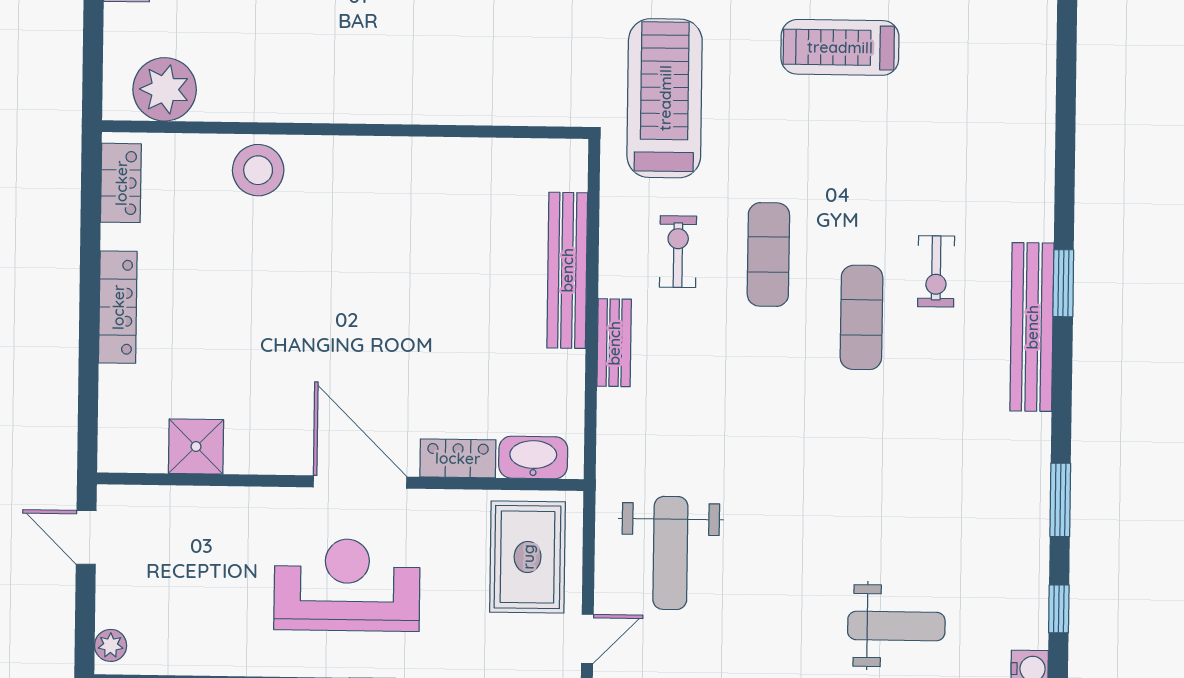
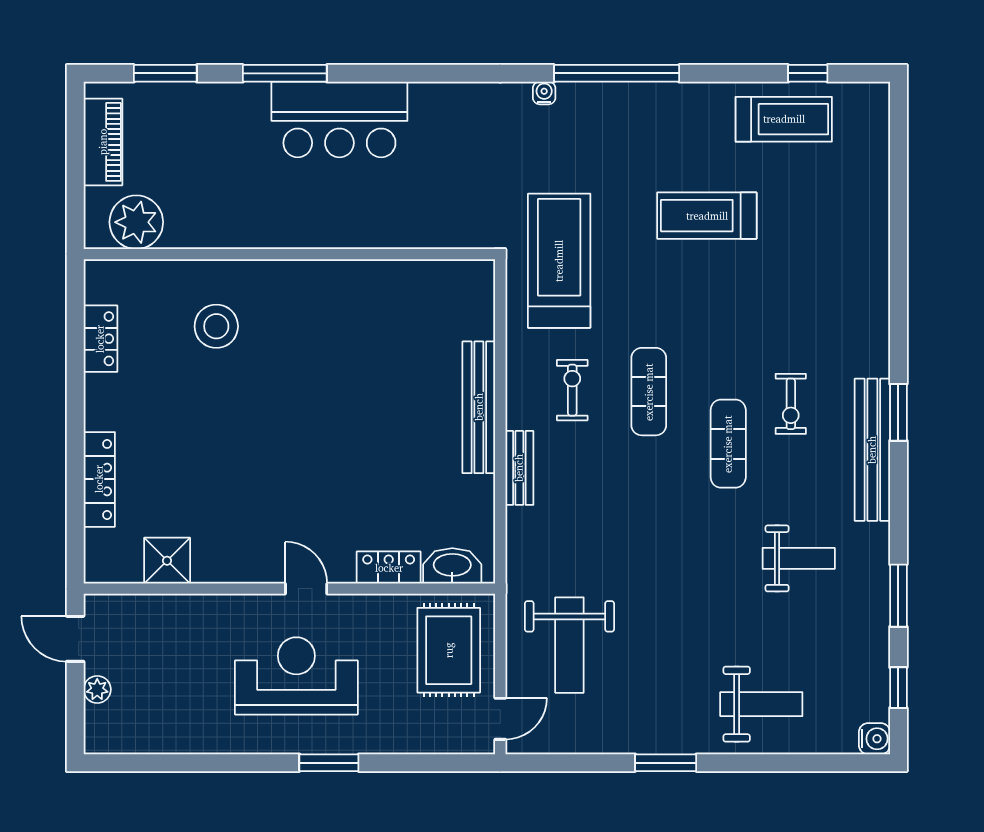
plant: (165, 89) -> (136, 222), moved
wall: (345, 130) -> (289, 254), moved
locker: (118, 307) -> (99, 479), moved
weight bench: (943, 454) -> (799, 558), added
door: (360, 482) -> (306, 589), width x0.53
plant: (111, 645) -> (97, 689), moved

